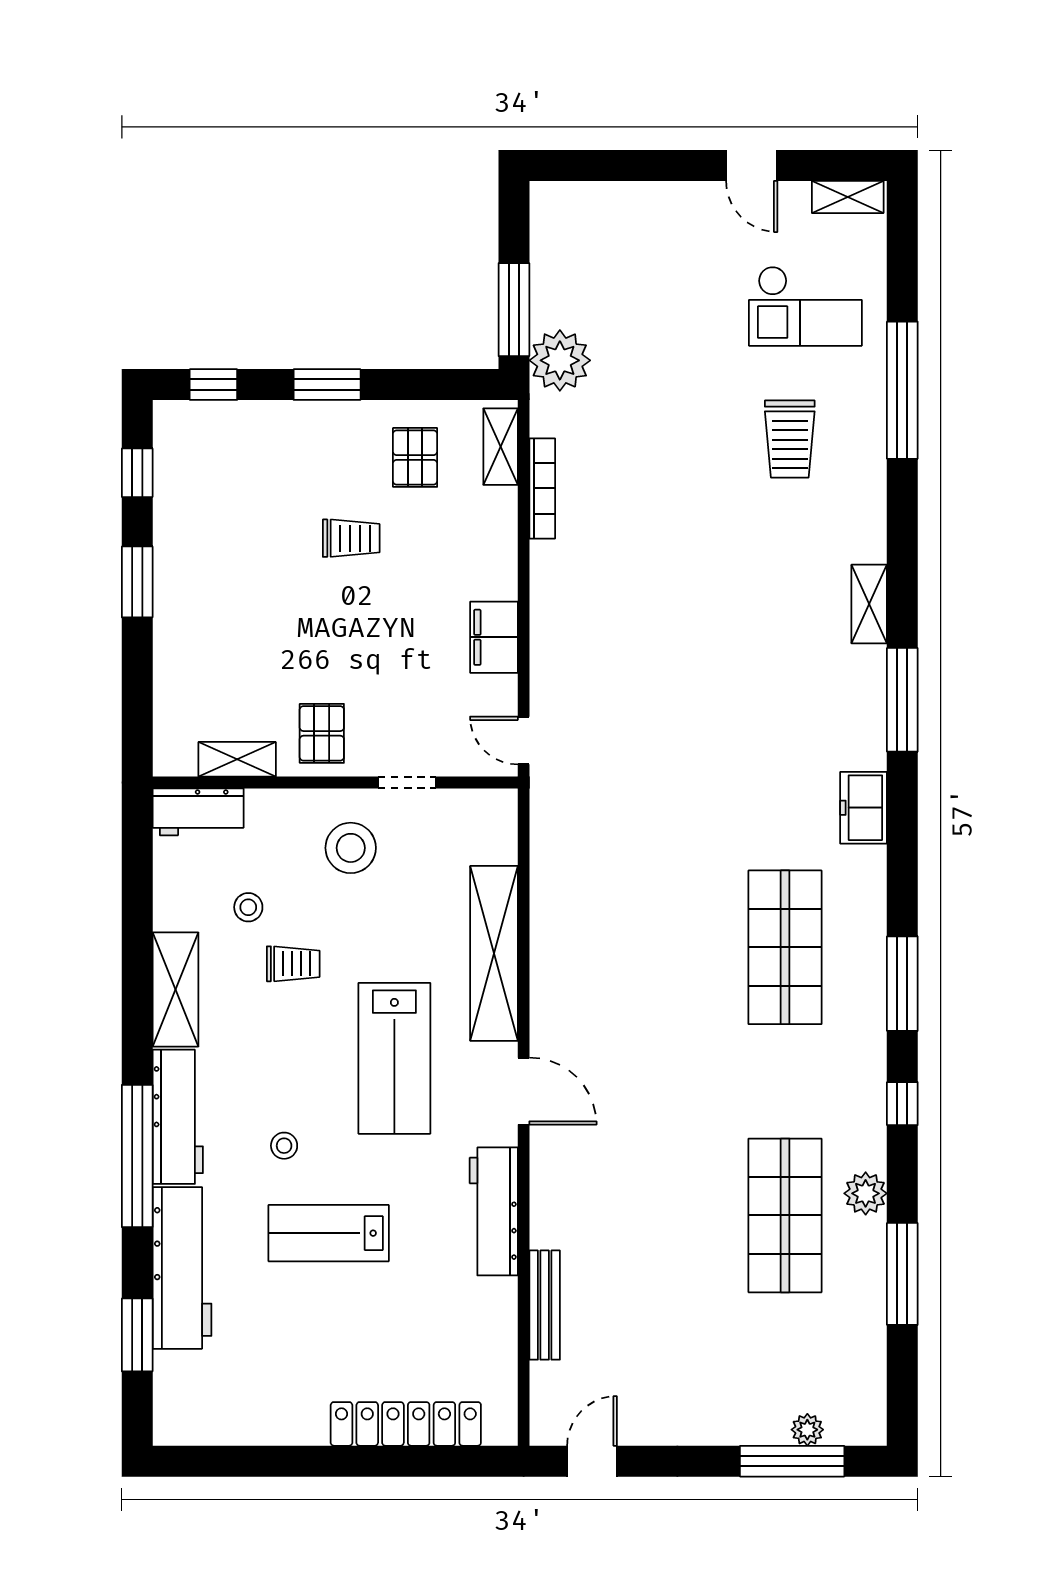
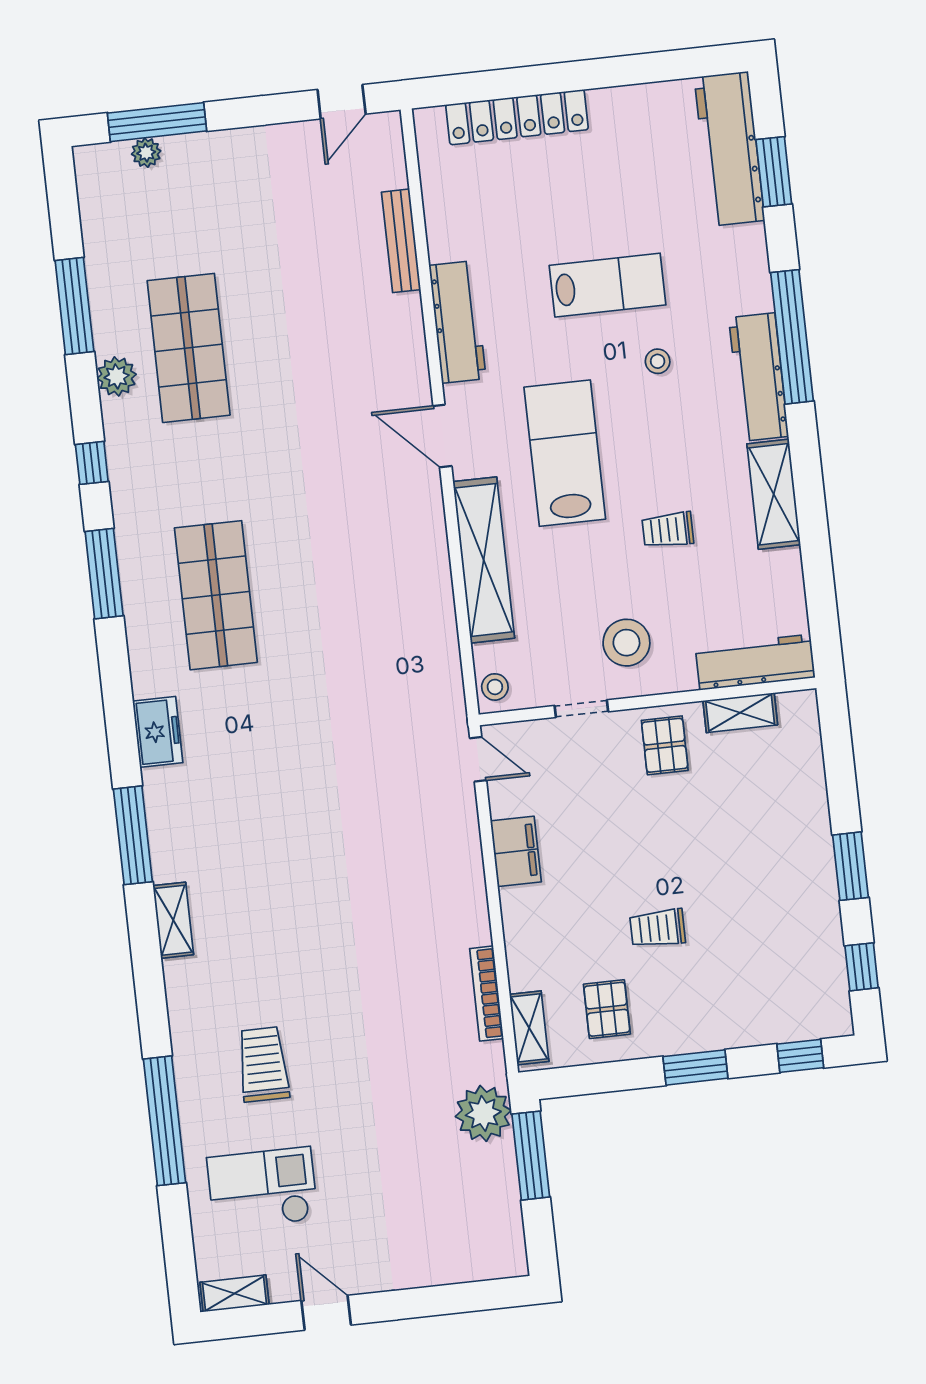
workbench: (198, 812) -> (755, 662), width x1.38
stool: (248, 907) -> (495, 687), moved
workbench: (182, 1268) -> (729, 149), moved

